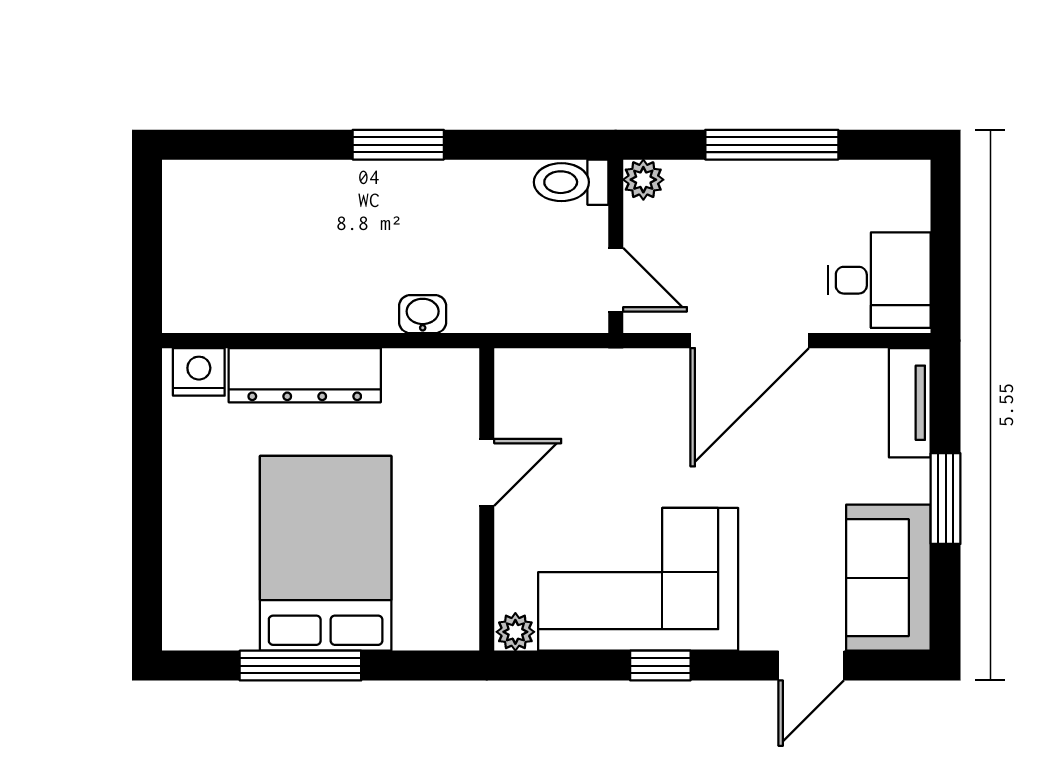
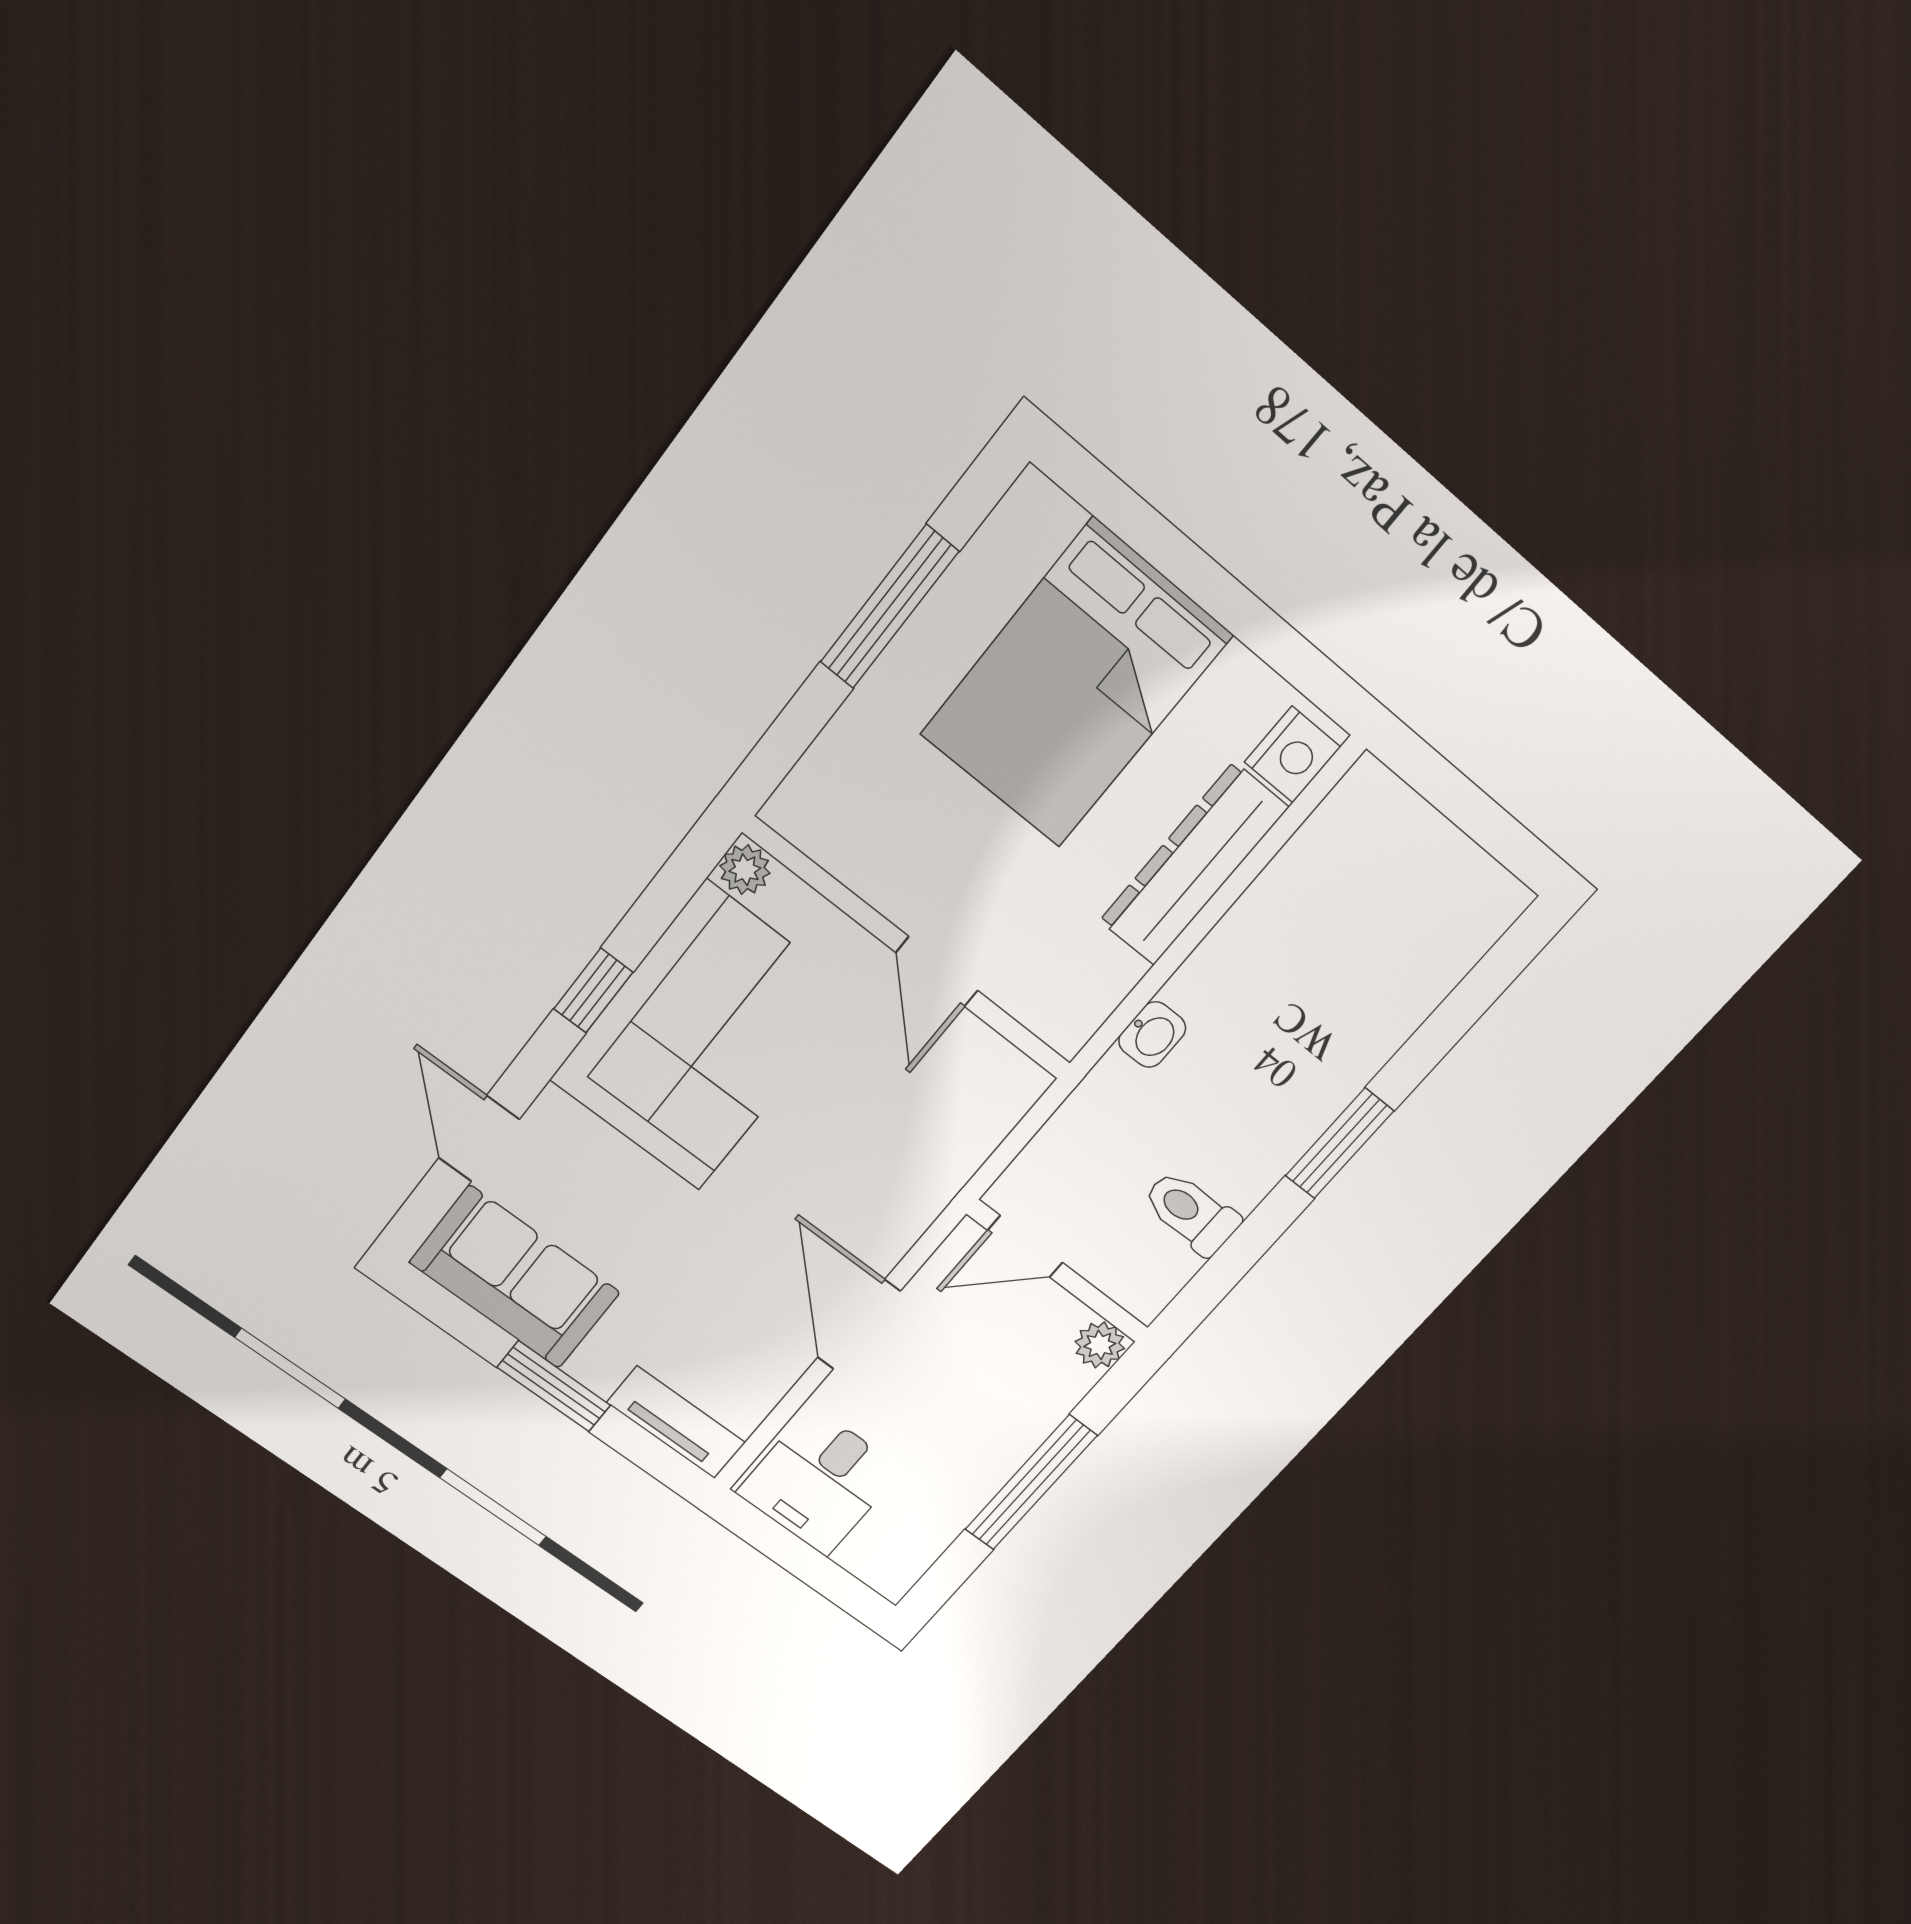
toilet: (571, 182) -> (1191, 1212), moved, turned -90
door: (750, 341) -> (859, 1324), width x0.73
bed: (326, 553) -> (1076, 685), moved, turned 90

